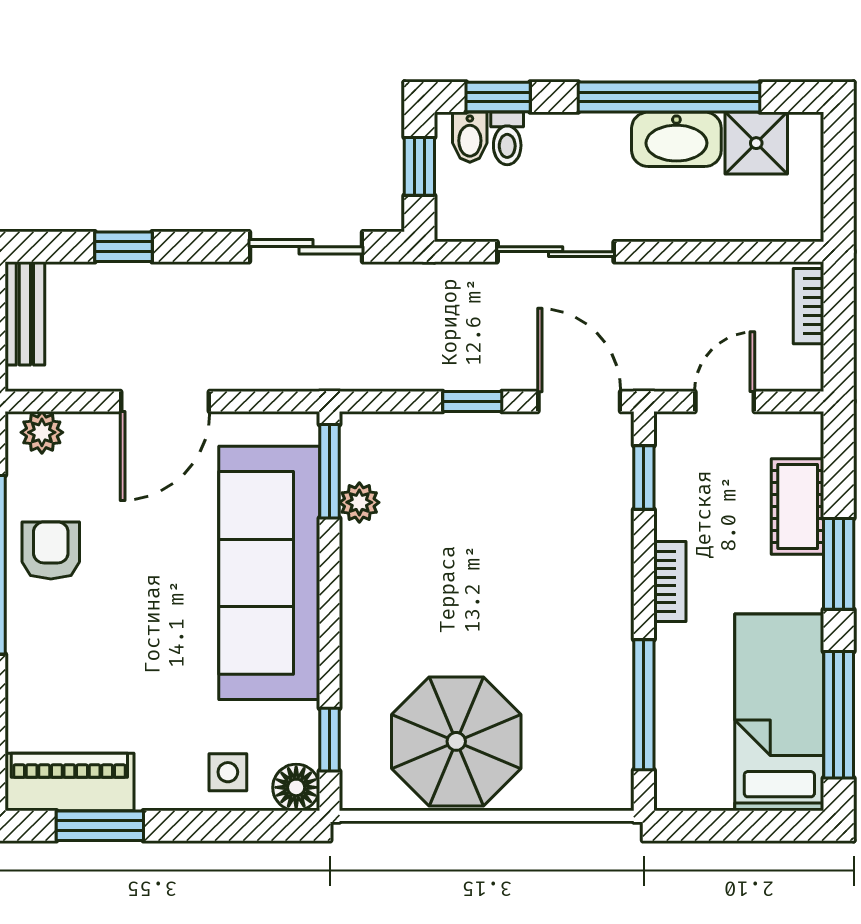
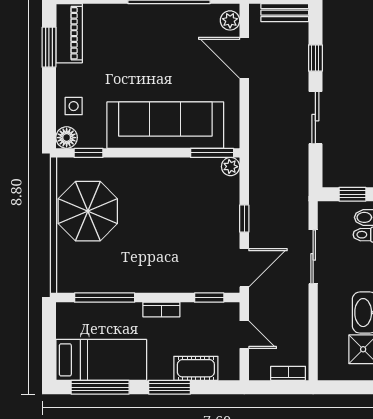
sliding door: (306, 247) -> (315, 118), moved
door: (165, 401) -> (244, 58), moved
plant: (359, 502) -> (231, 167), moved
armchair: (51, 550) -> (176, 25), removed

